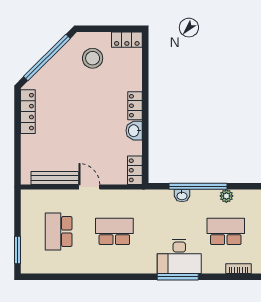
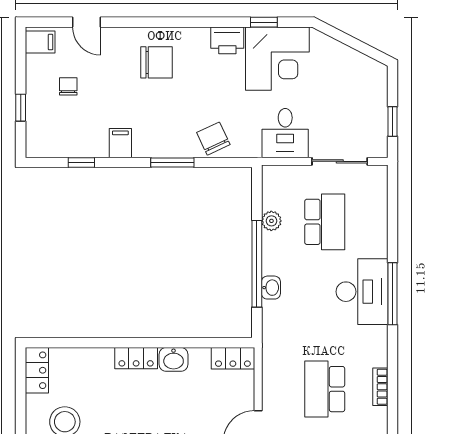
school desk: (226, 231) -> (325, 222), turned 180
bookcase: (238, 269) -> (380, 387), moved

